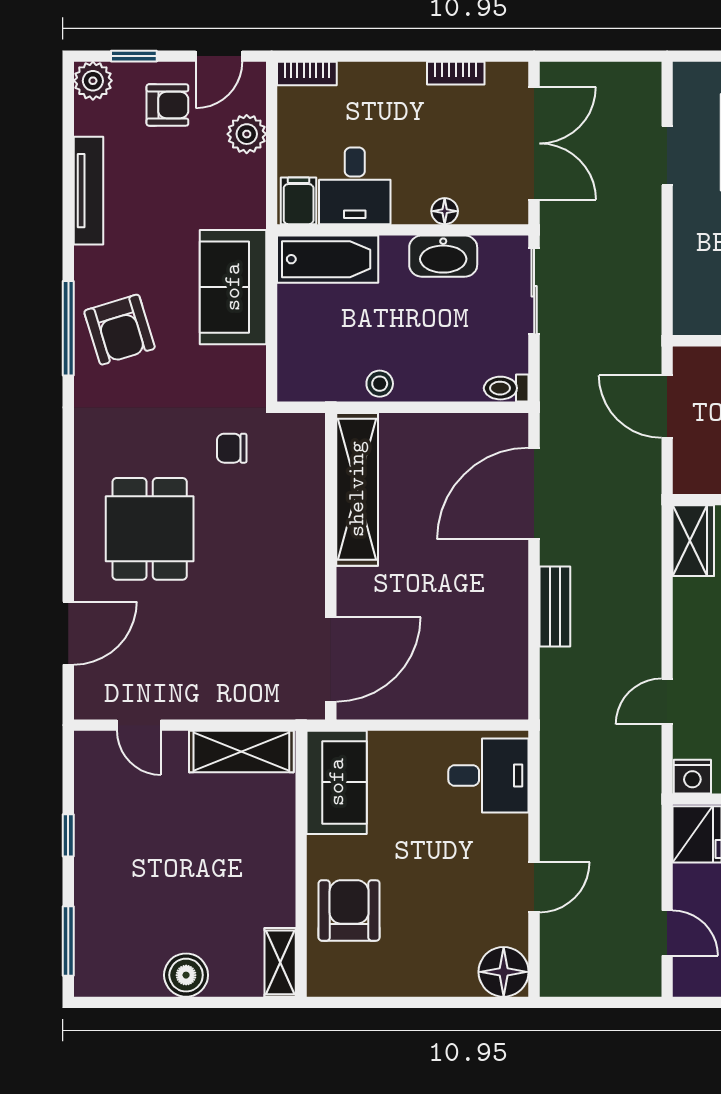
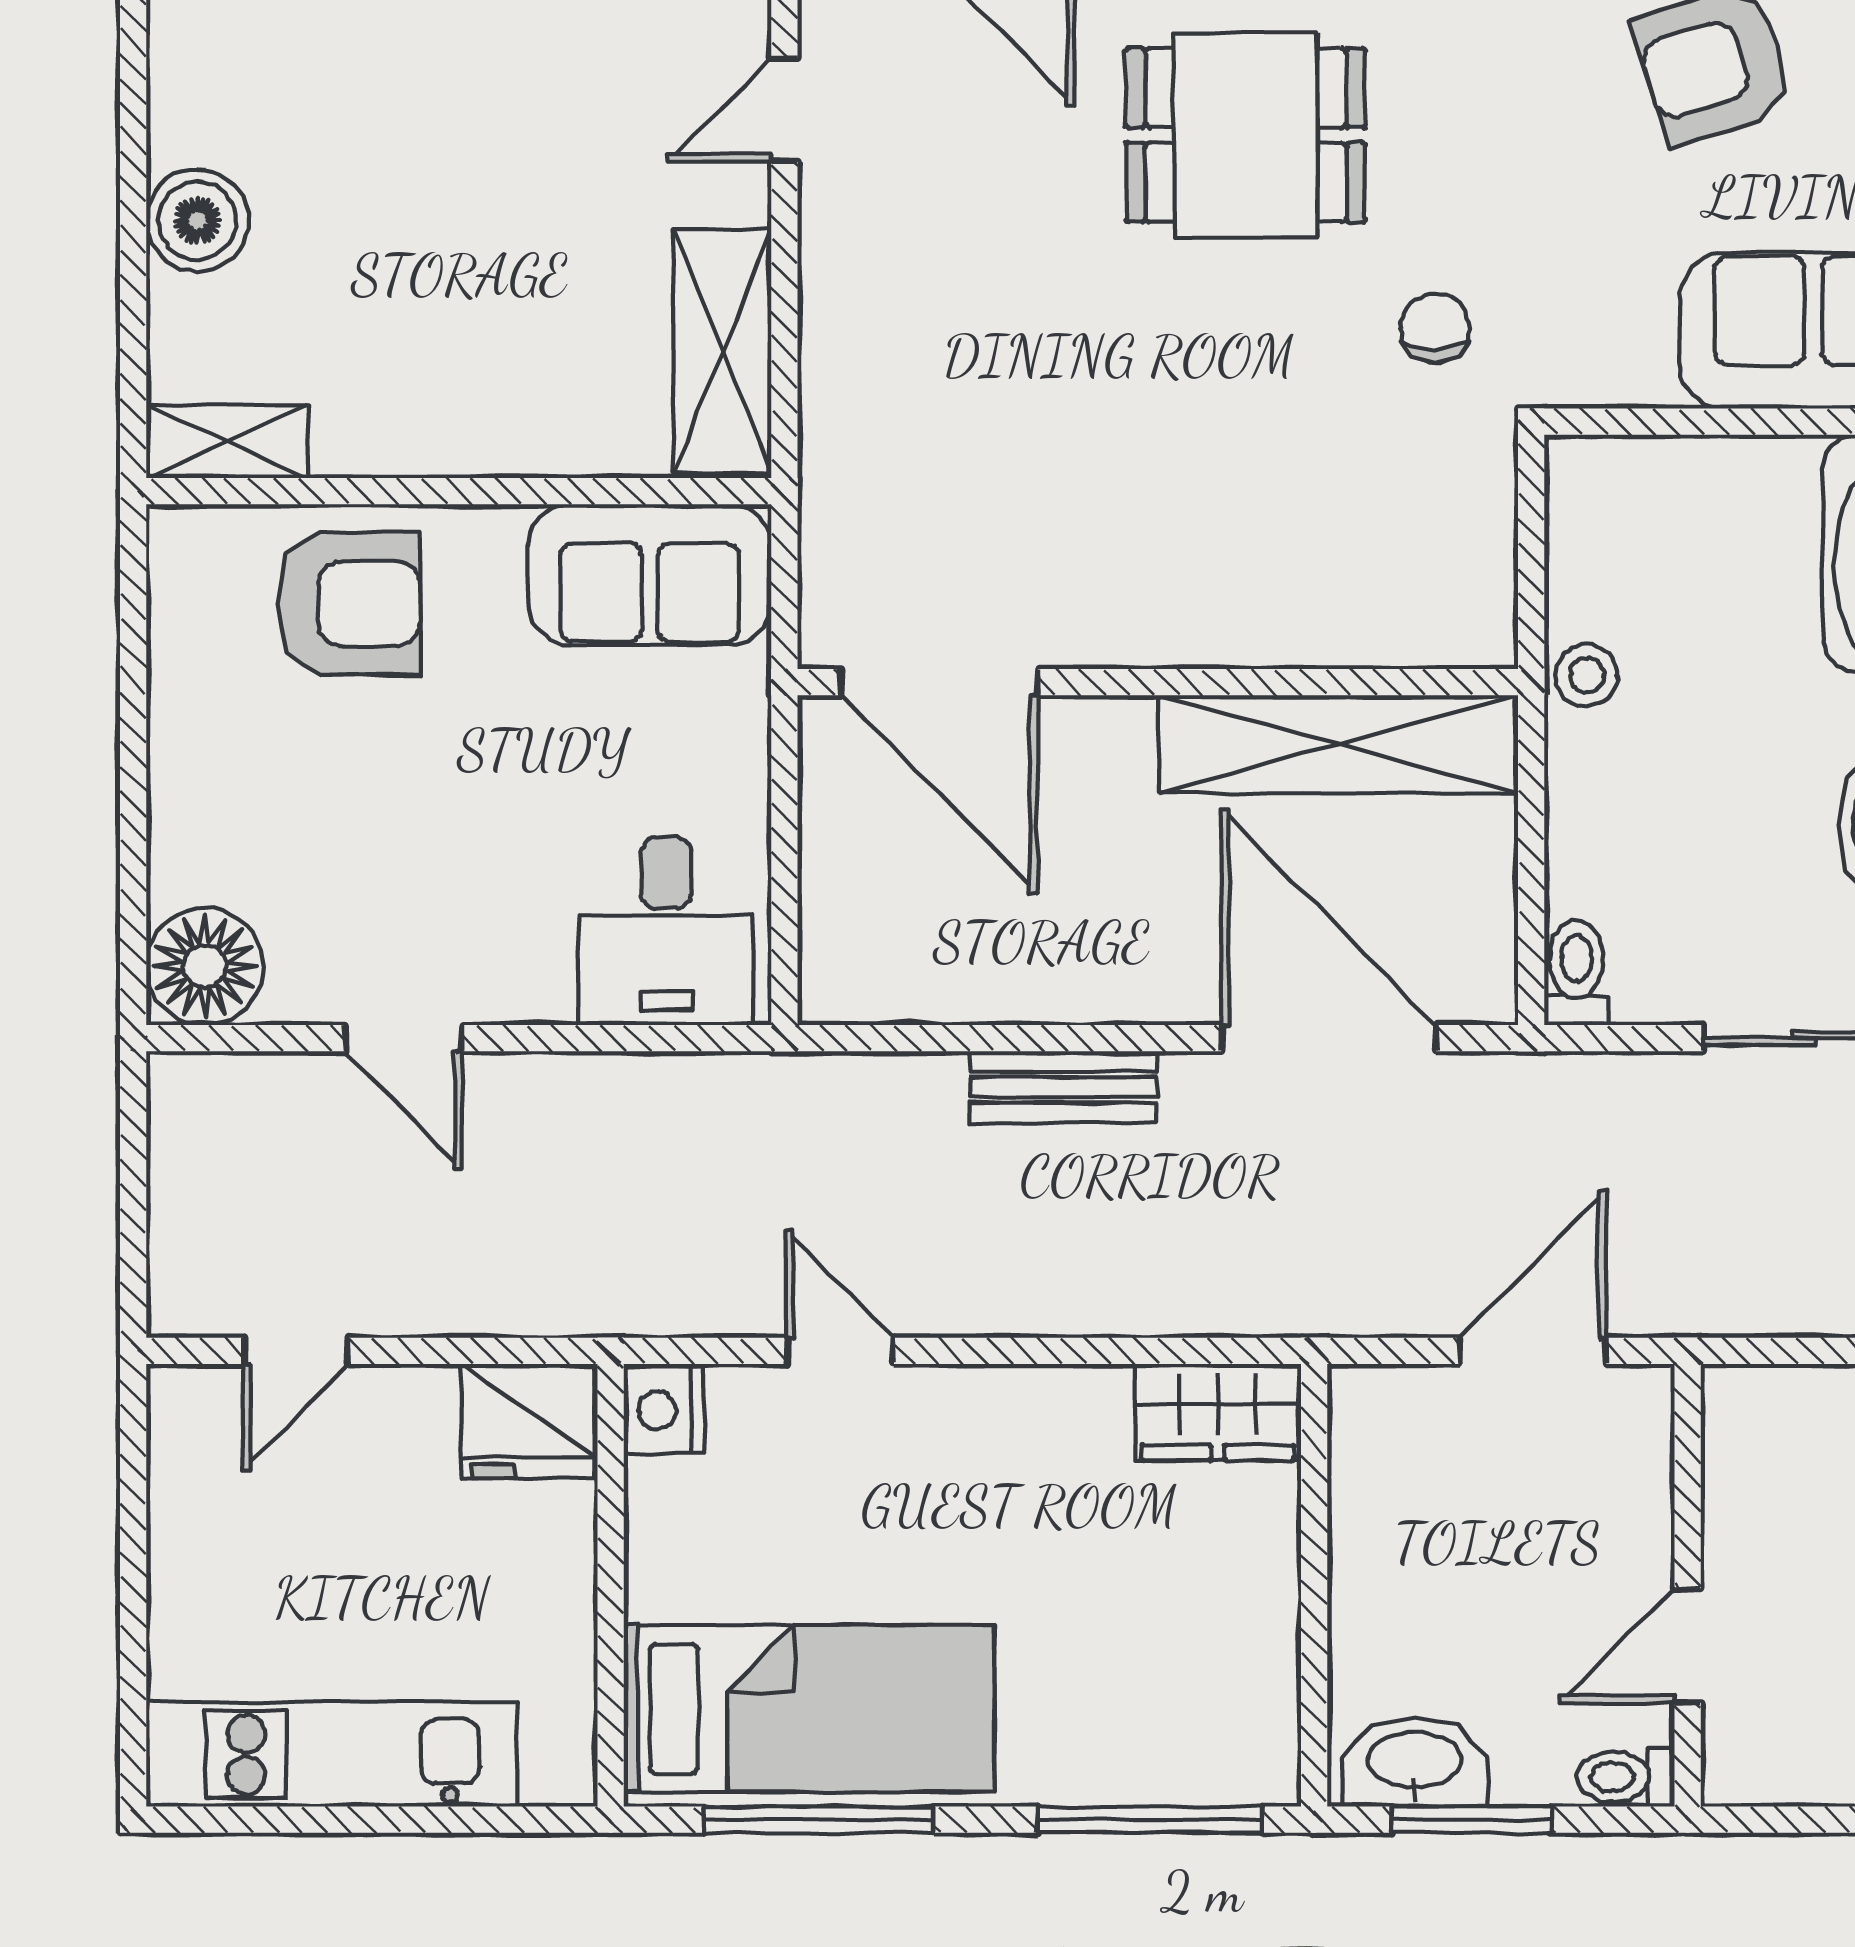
shelving: (357, 489) -> (1339, 744), moved
wall: (331, 566) -> (1158, 682), moved
door: (331, 659) -> (939, 682), moved

